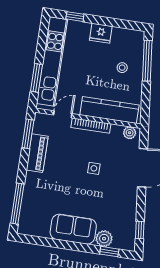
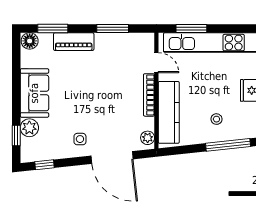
window: (28, 134) -> (113, 29), moved
piano: (37, 153) -> (74, 42), moved
side table: (94, 168) -> (80, 139), moved
window: (17, 204) -> (53, 29), width x0.69
floor lamp: (25, 226) -> (30, 41), added

